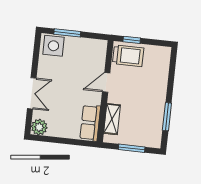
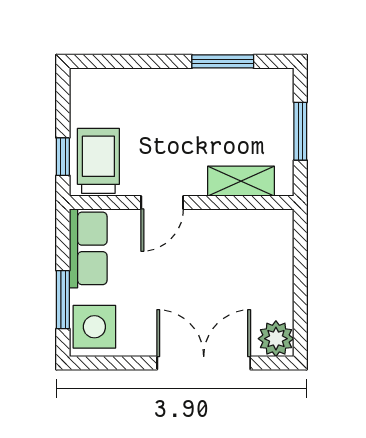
door: (106, 82) -> (162, 203), hinge flipped
double door: (32, 93) -> (204, 363), width x1.37
row of seats: (90, 123) -> (88, 248), moved, turned -90

